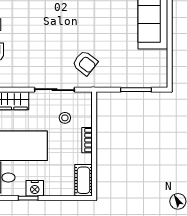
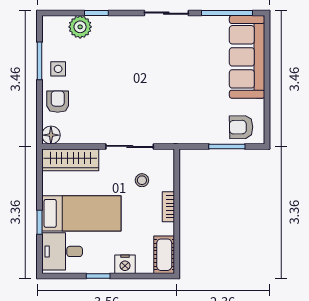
armchair: (85, 63) -> (241, 127), moved, turned 141
nightstand: (35, 188) -> (125, 264), moved

